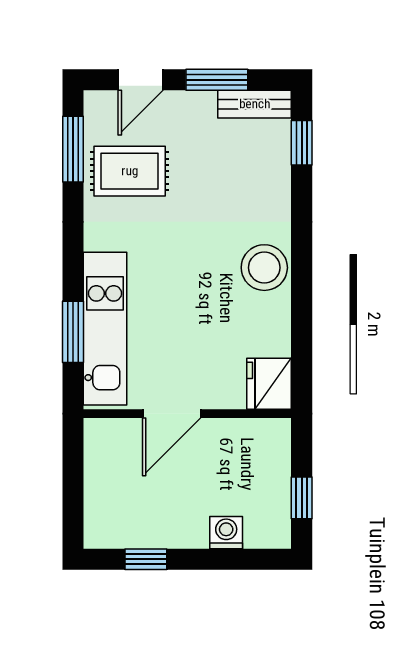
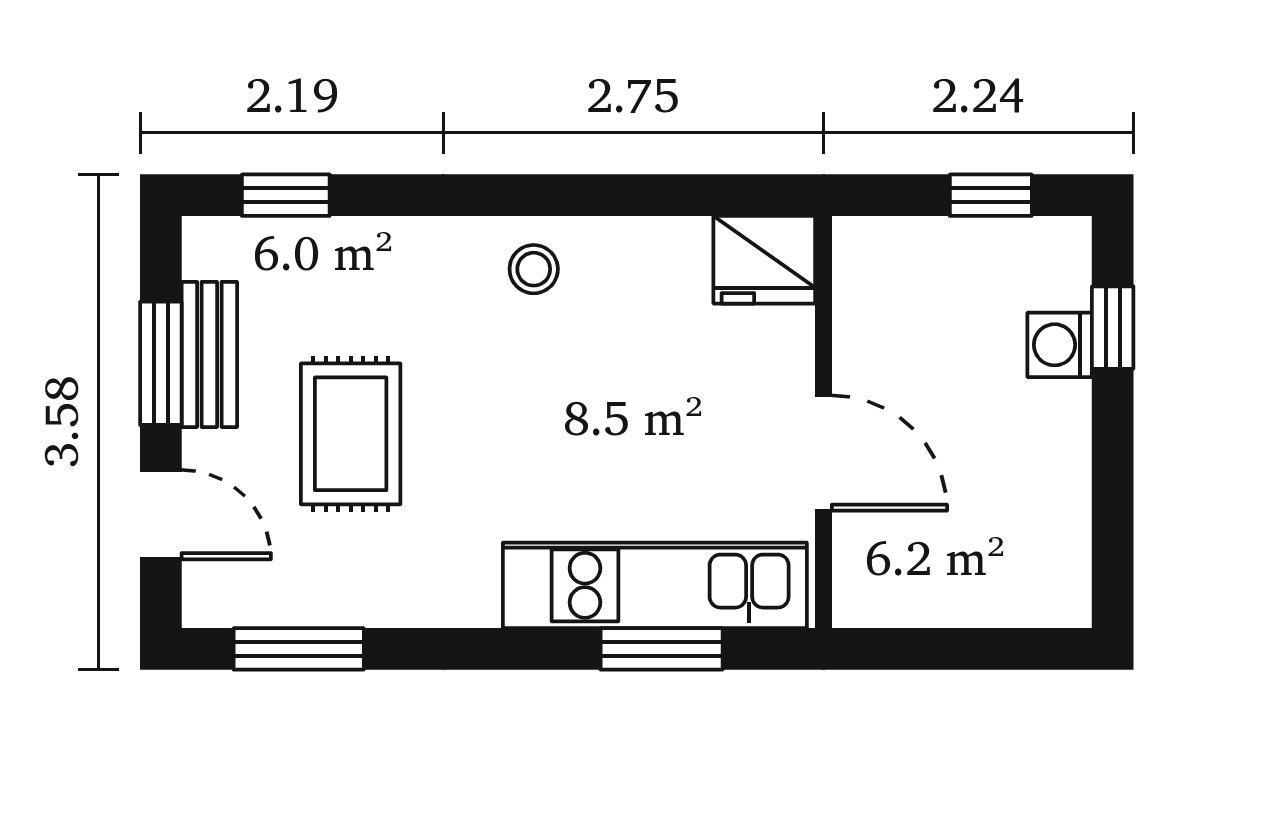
bench: (255, 104) -> (209, 354), moved
rug: (130, 171) -> (351, 434), moved
stool: (264, 268) -> (534, 269), width x0.53, depth x0.53
window: (146, 559) -> (1113, 328), moved

